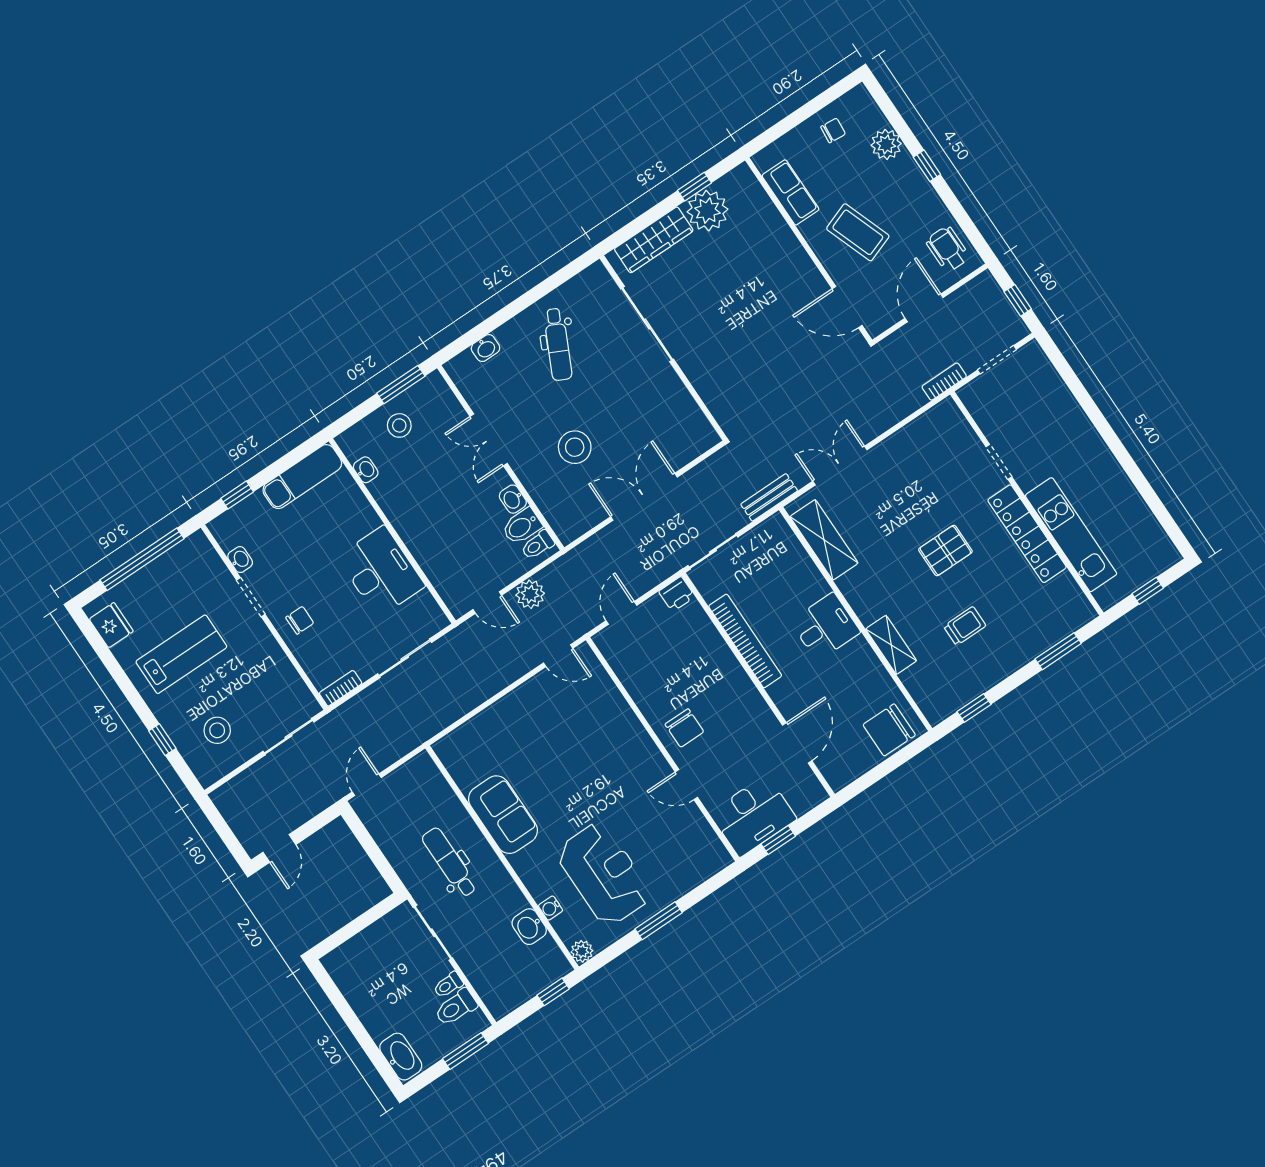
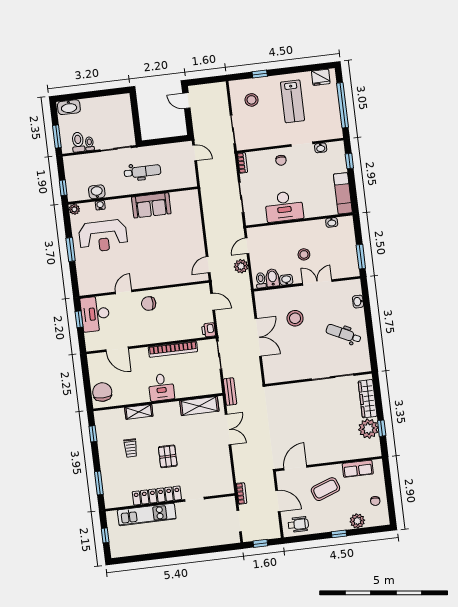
stool: (399, 425) -> (304, 254), moved

